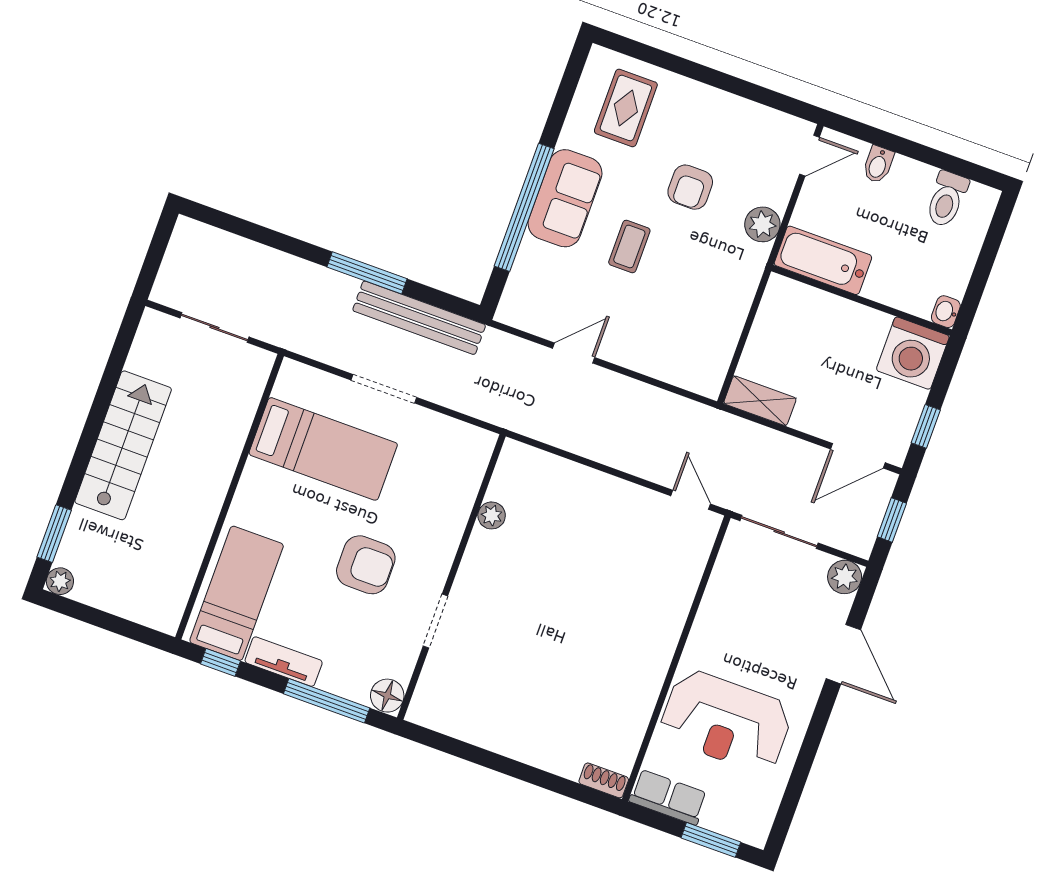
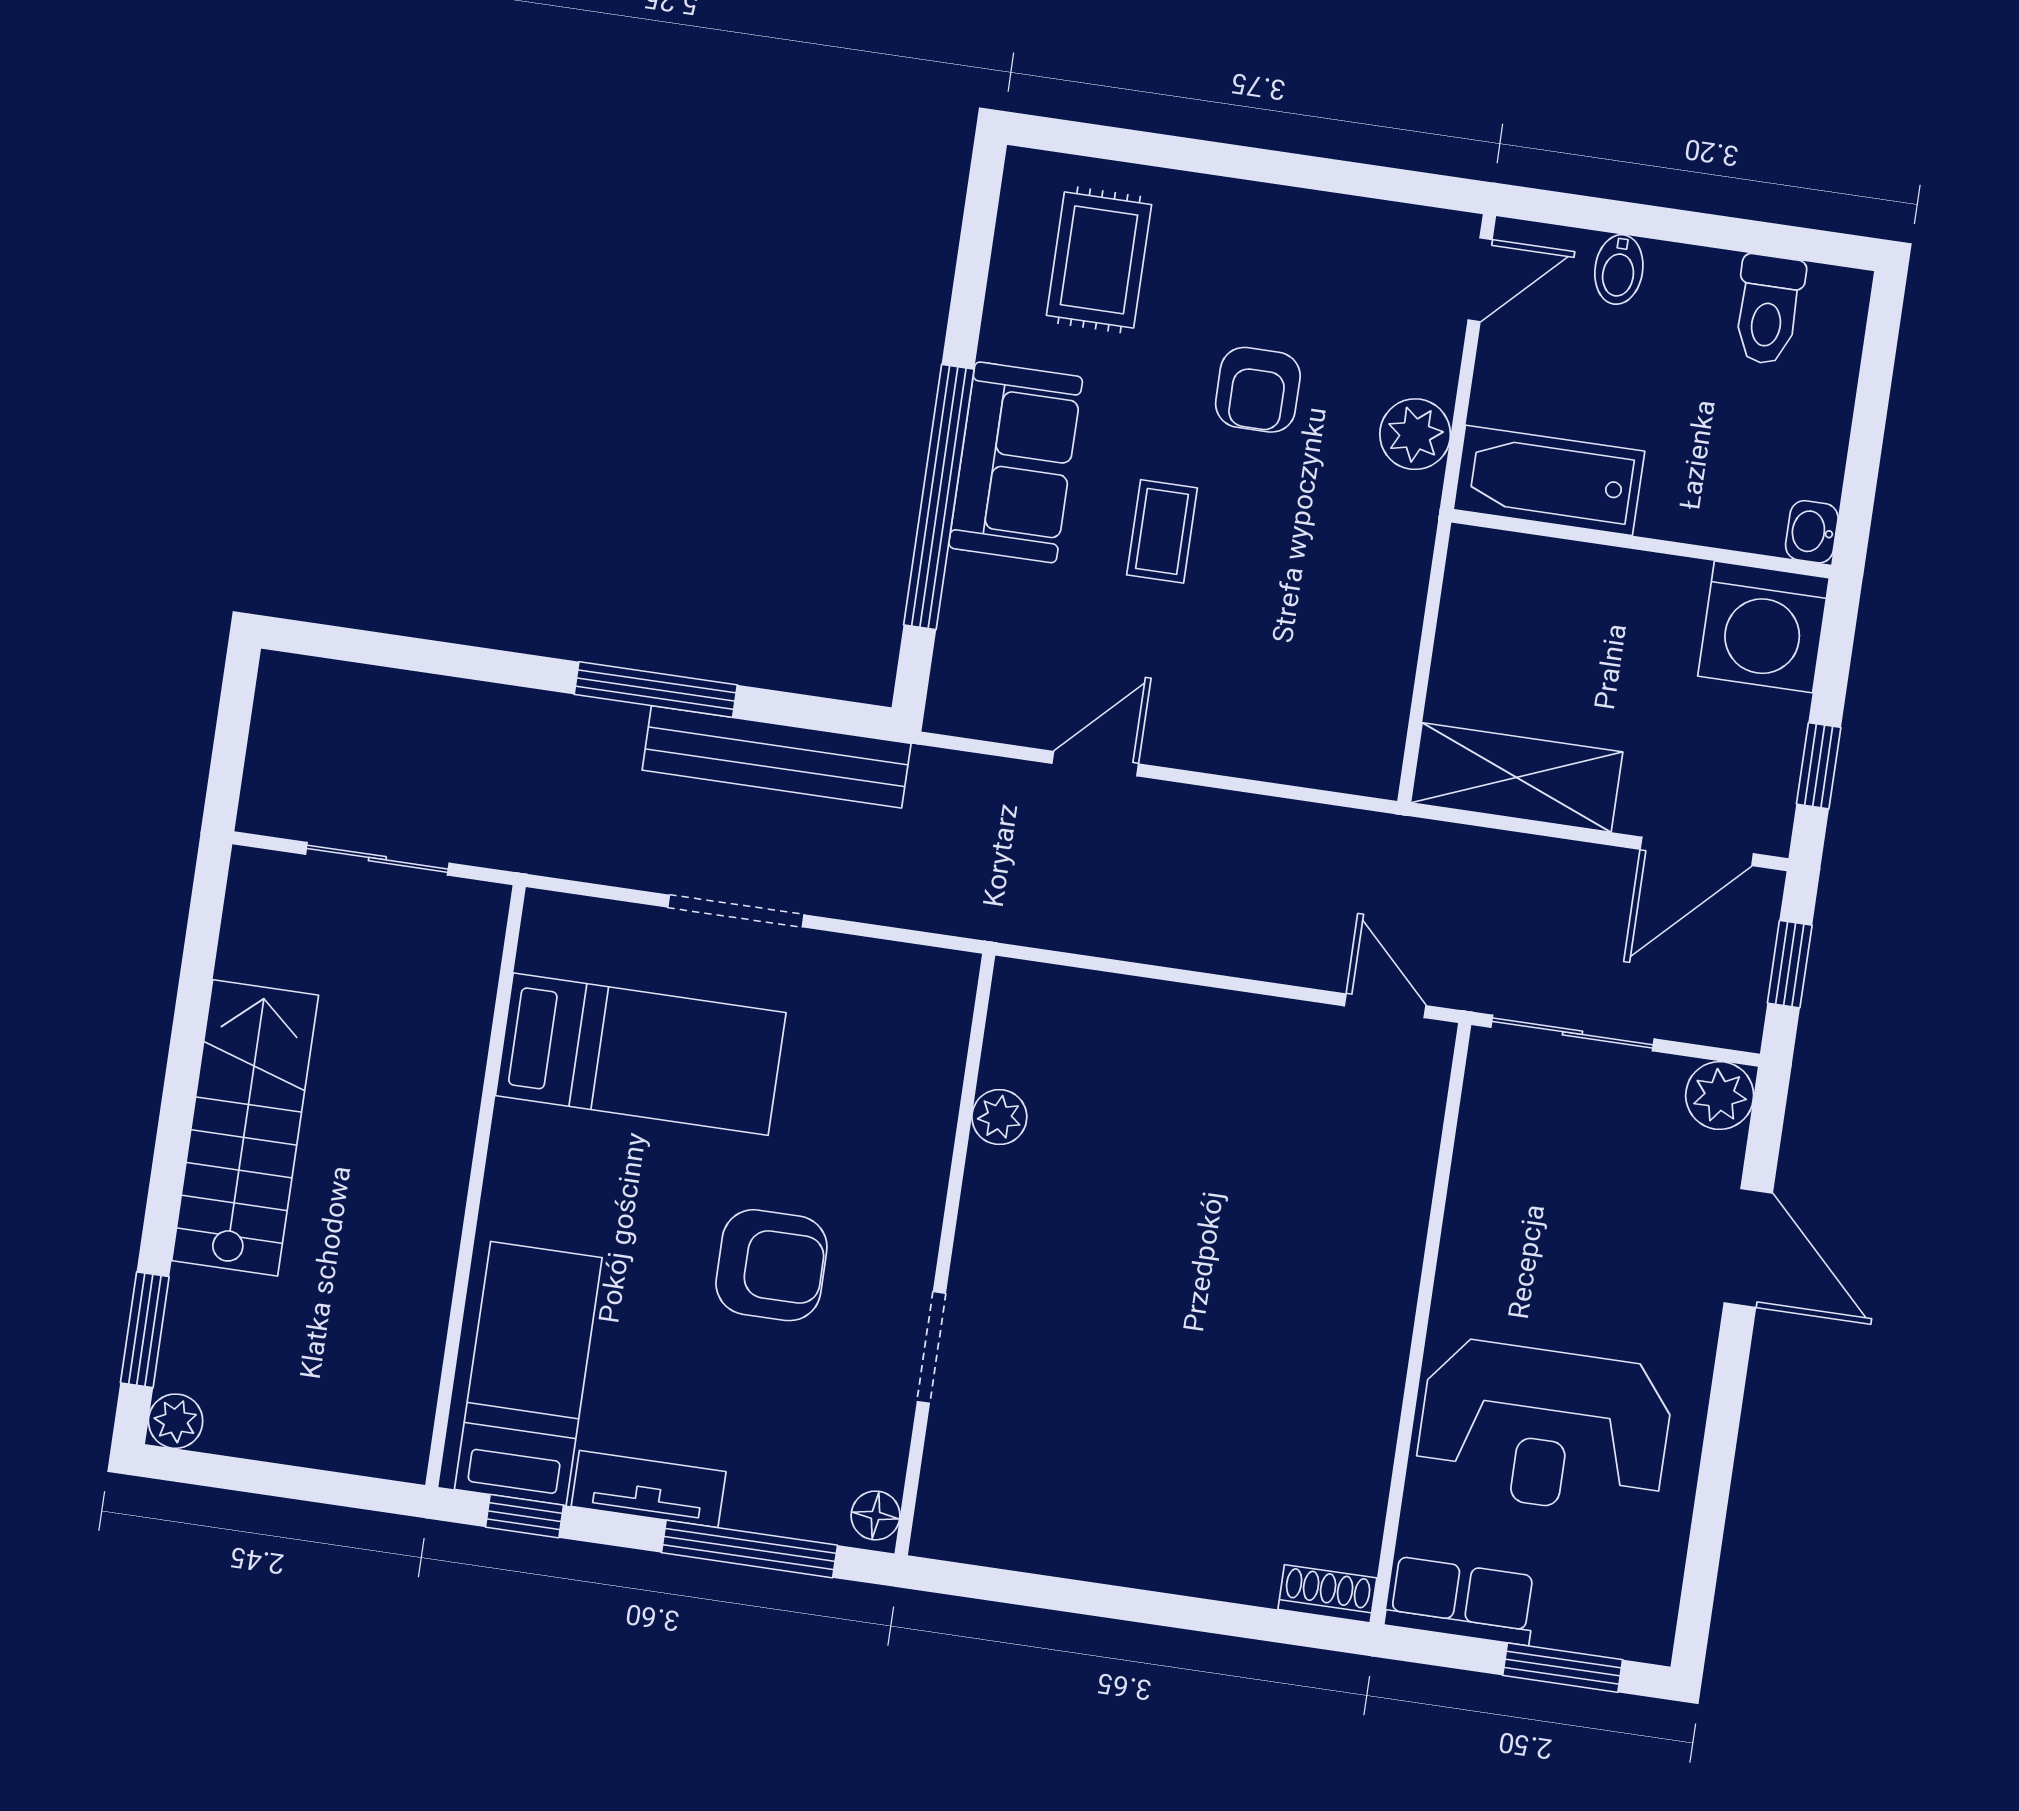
shelving: (760, 401) -> (1517, 777), width x1.50, depth x1.33
floor lamp: (387, 696) -> (876, 1515), width x0.73, depth x0.73

